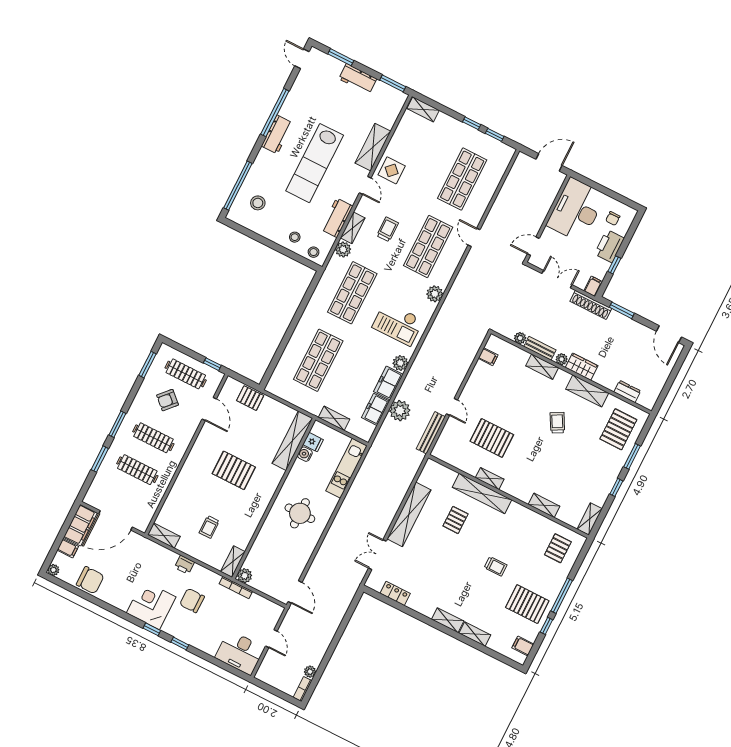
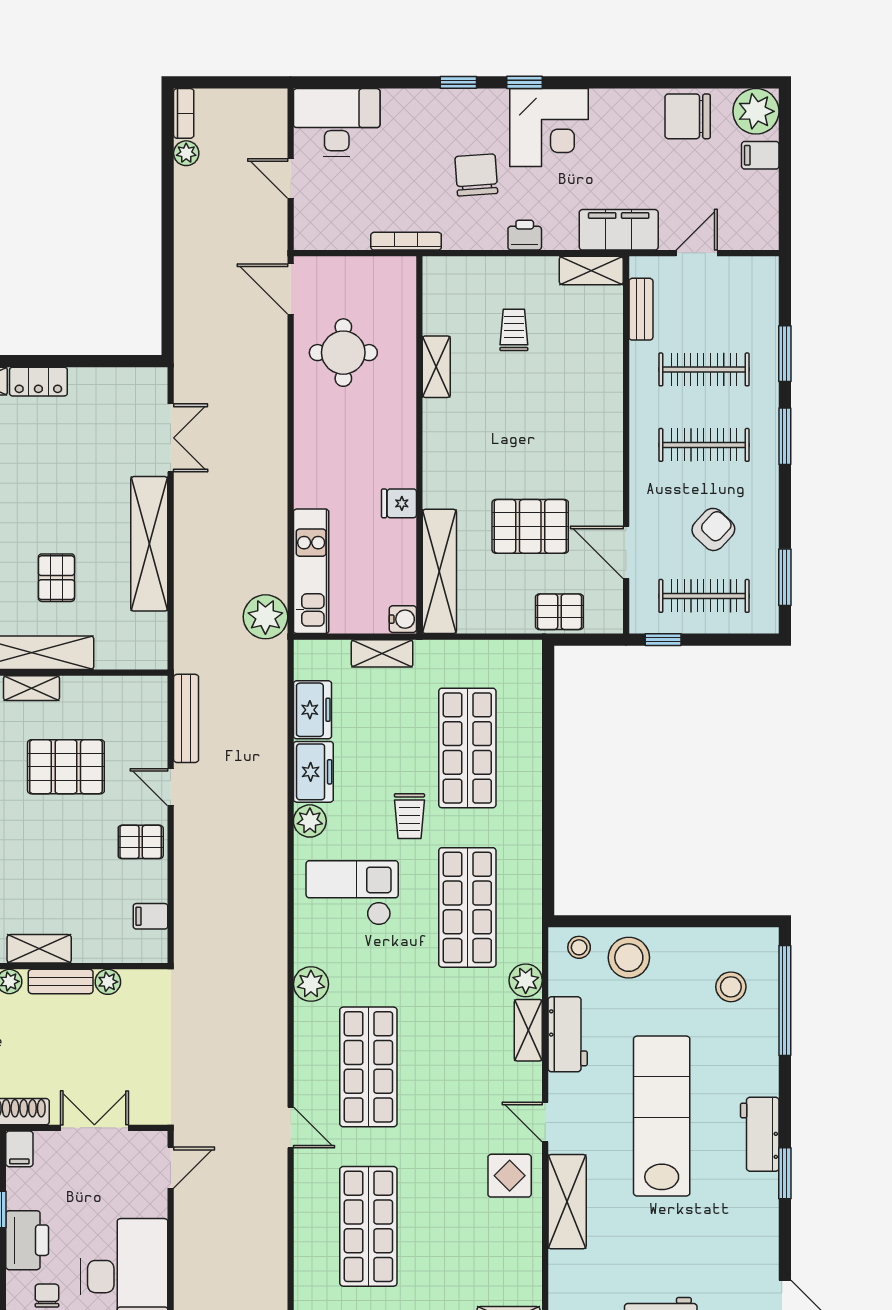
window: (275, 113) -> (785, 1173), width x0.47
trolley: (388, 229) -> (409, 816), moved
stool: (295, 237) -> (629, 958), width x1.89, depth x1.89
double door: (557, 279) -> (94, 1128), swing flipped
pallet: (476, 390) -> (141, 842), added
plant: (400, 411) -> (265, 617), moved
fridge: (313, 442) -> (399, 503), moved
water cooler: (305, 454) -> (403, 619), moved
pallet: (234, 470) -> (530, 526), moved
bench: (151, 509) -> (641, 309), added
round table: (300, 513) -> (343, 353), moved
door: (116, 520) -> (697, 253), width x0.53
filing cabinet: (80, 525) -> (619, 230), moved, turned 90
shelving: (233, 562) -> (436, 367), moved
plant: (53, 570) -> (756, 111), width x1.87, depth x1.87
plant: (245, 576) -> (401, 272), removed
locker: (395, 593) -> (38, 382), moved
chair: (192, 600) -> (476, 175), turned -94

